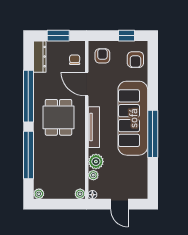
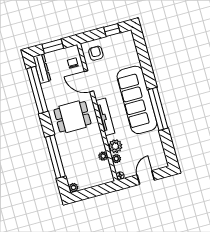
armchair: (135, 60) -> (125, 49), removed
window: (28, 96) -> (37, 90), moved
dining table: (58, 117) -> (72, 117), turned 90
plant: (80, 194) -> (103, 156), moved
door: (119, 204) -> (146, 177), swing flipped

